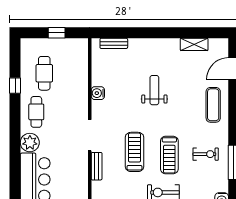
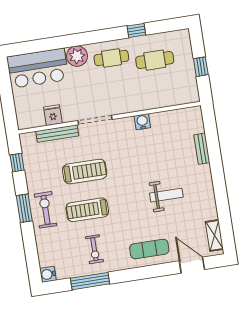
bench: (114, 43) -> (202, 149), moved
shelving: (194, 44) -> (214, 235), moved
weight bench: (154, 90) -> (166, 195), moved
bench: (97, 166) -> (57, 134), width x1.36
fridge: (79, 173) -> (53, 115), added

